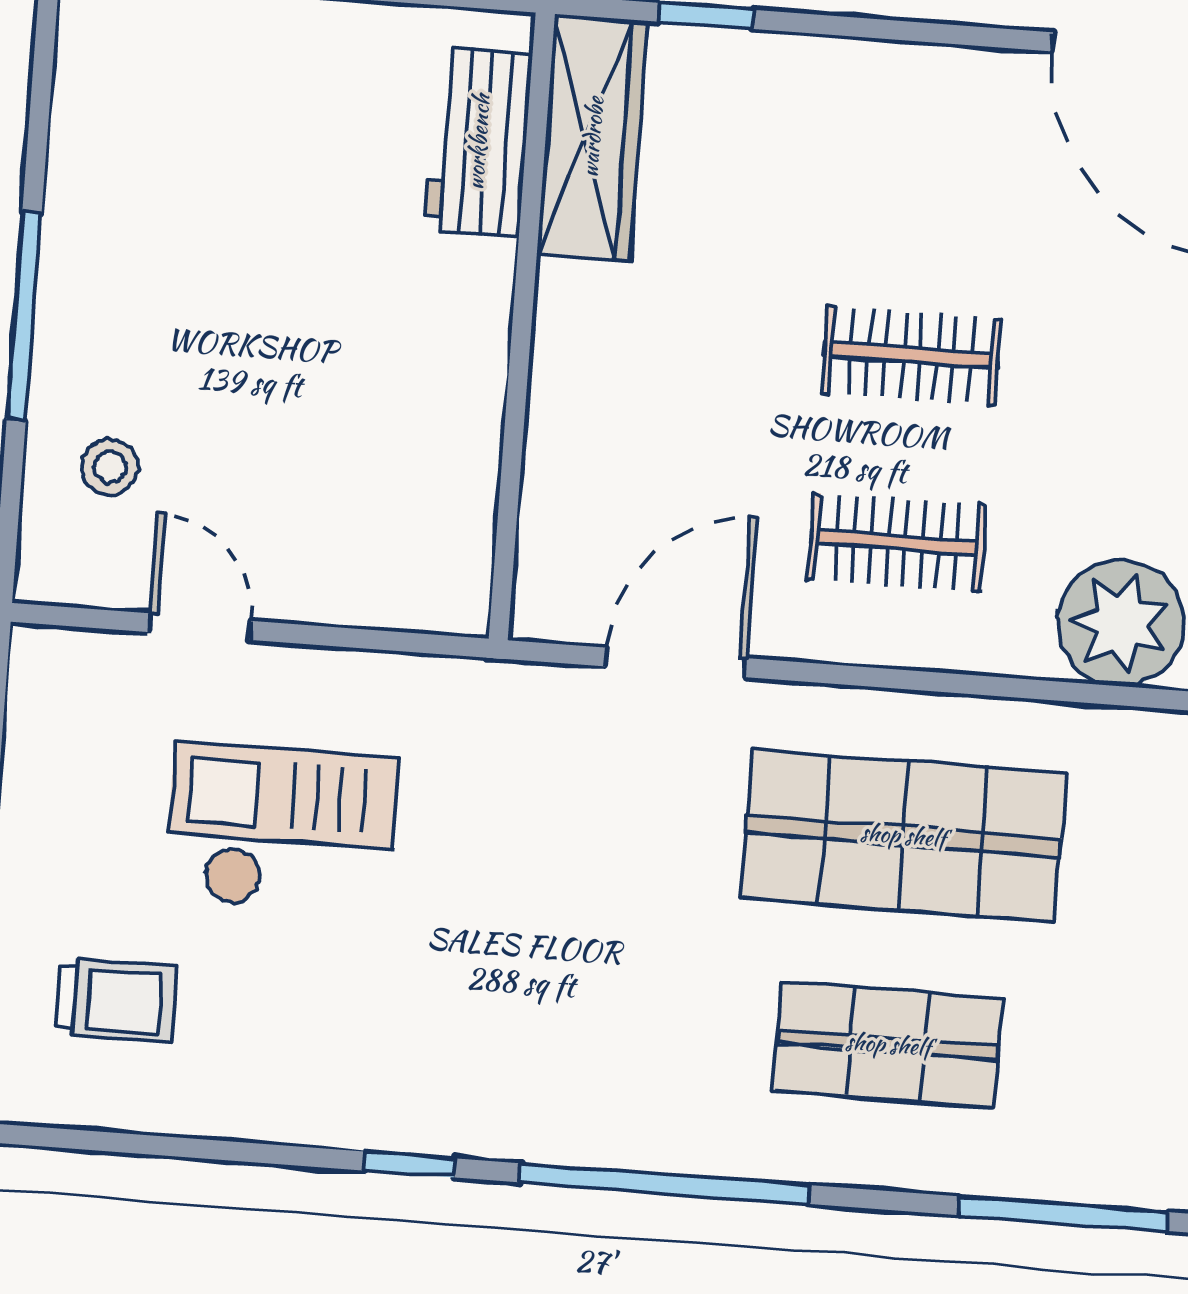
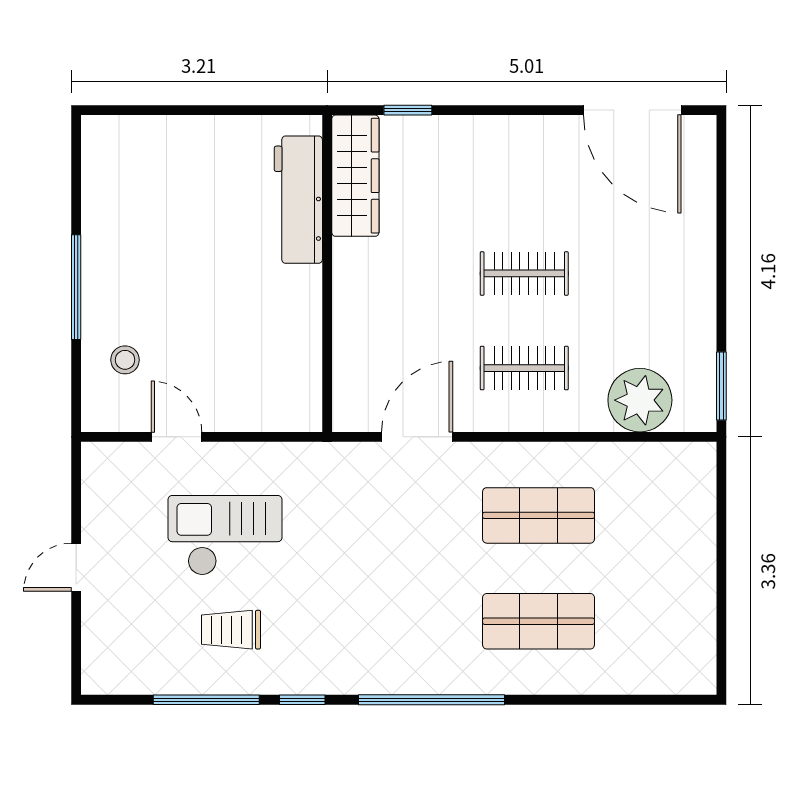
workbench: (478, 142) -> (298, 200), width x1.38
shop shelf: (903, 835) -> (539, 515), width x0.70, depth x0.74
trolley: (116, 1000) -> (231, 630), moved, turned 180
window: (1063, 1214) -> (206, 700), moved

